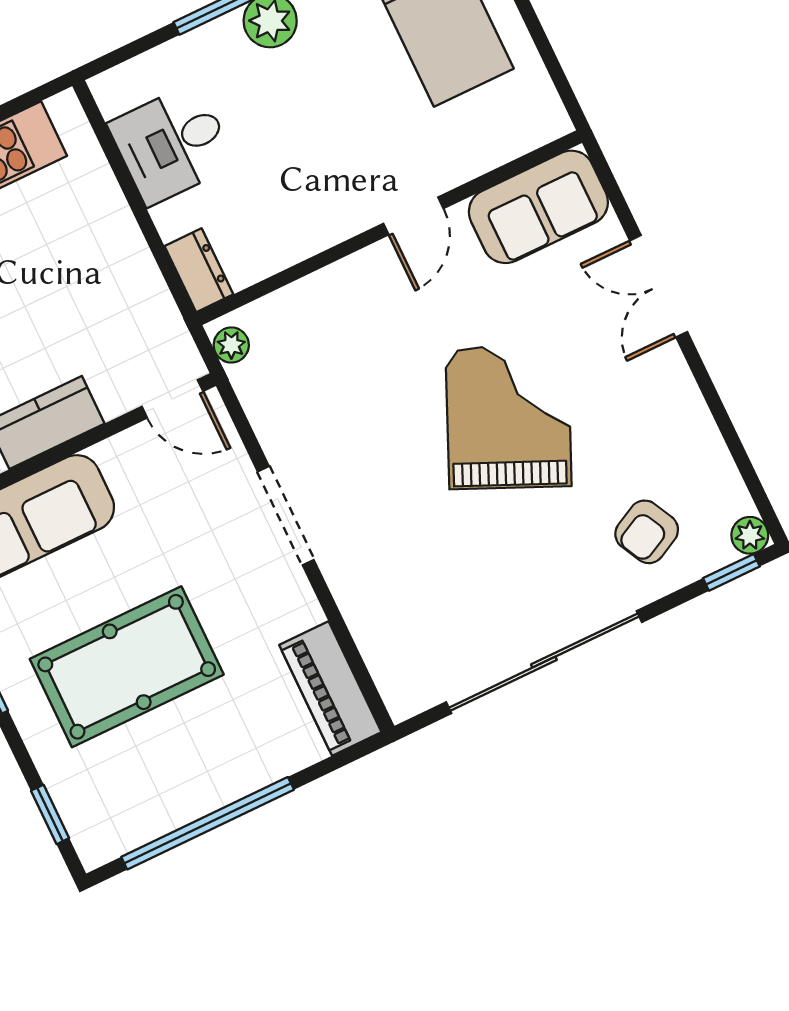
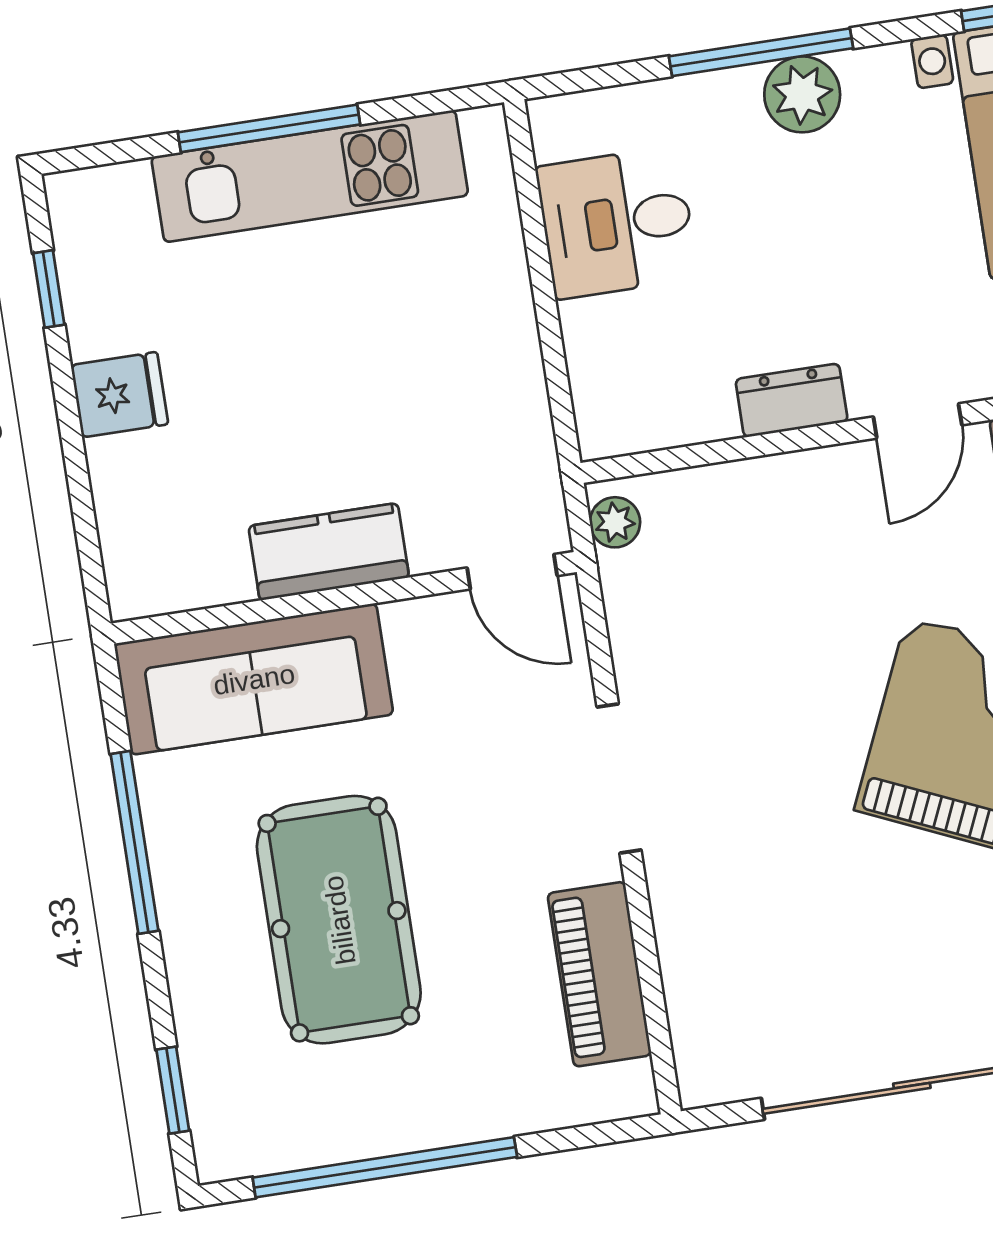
dresser: (199, 270) -> (792, 400), moved, turned -90
pool table: (127, 667) -> (339, 920), turned 90
piano: (330, 689) -> (599, 974), moved

